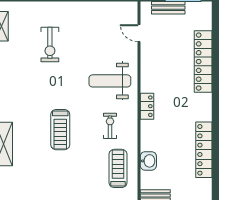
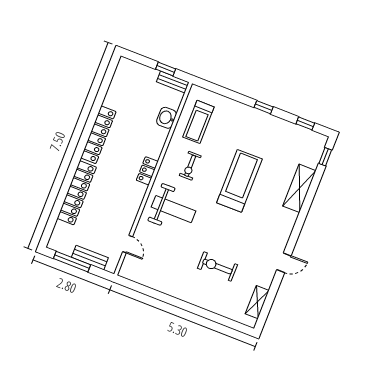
exercise bike: (50, 44) -> (217, 267), turned -90
treadmill: (60, 130) -> (239, 181), width x1.37, depth x1.38
locker: (204, 150) -> (98, 135), moved

